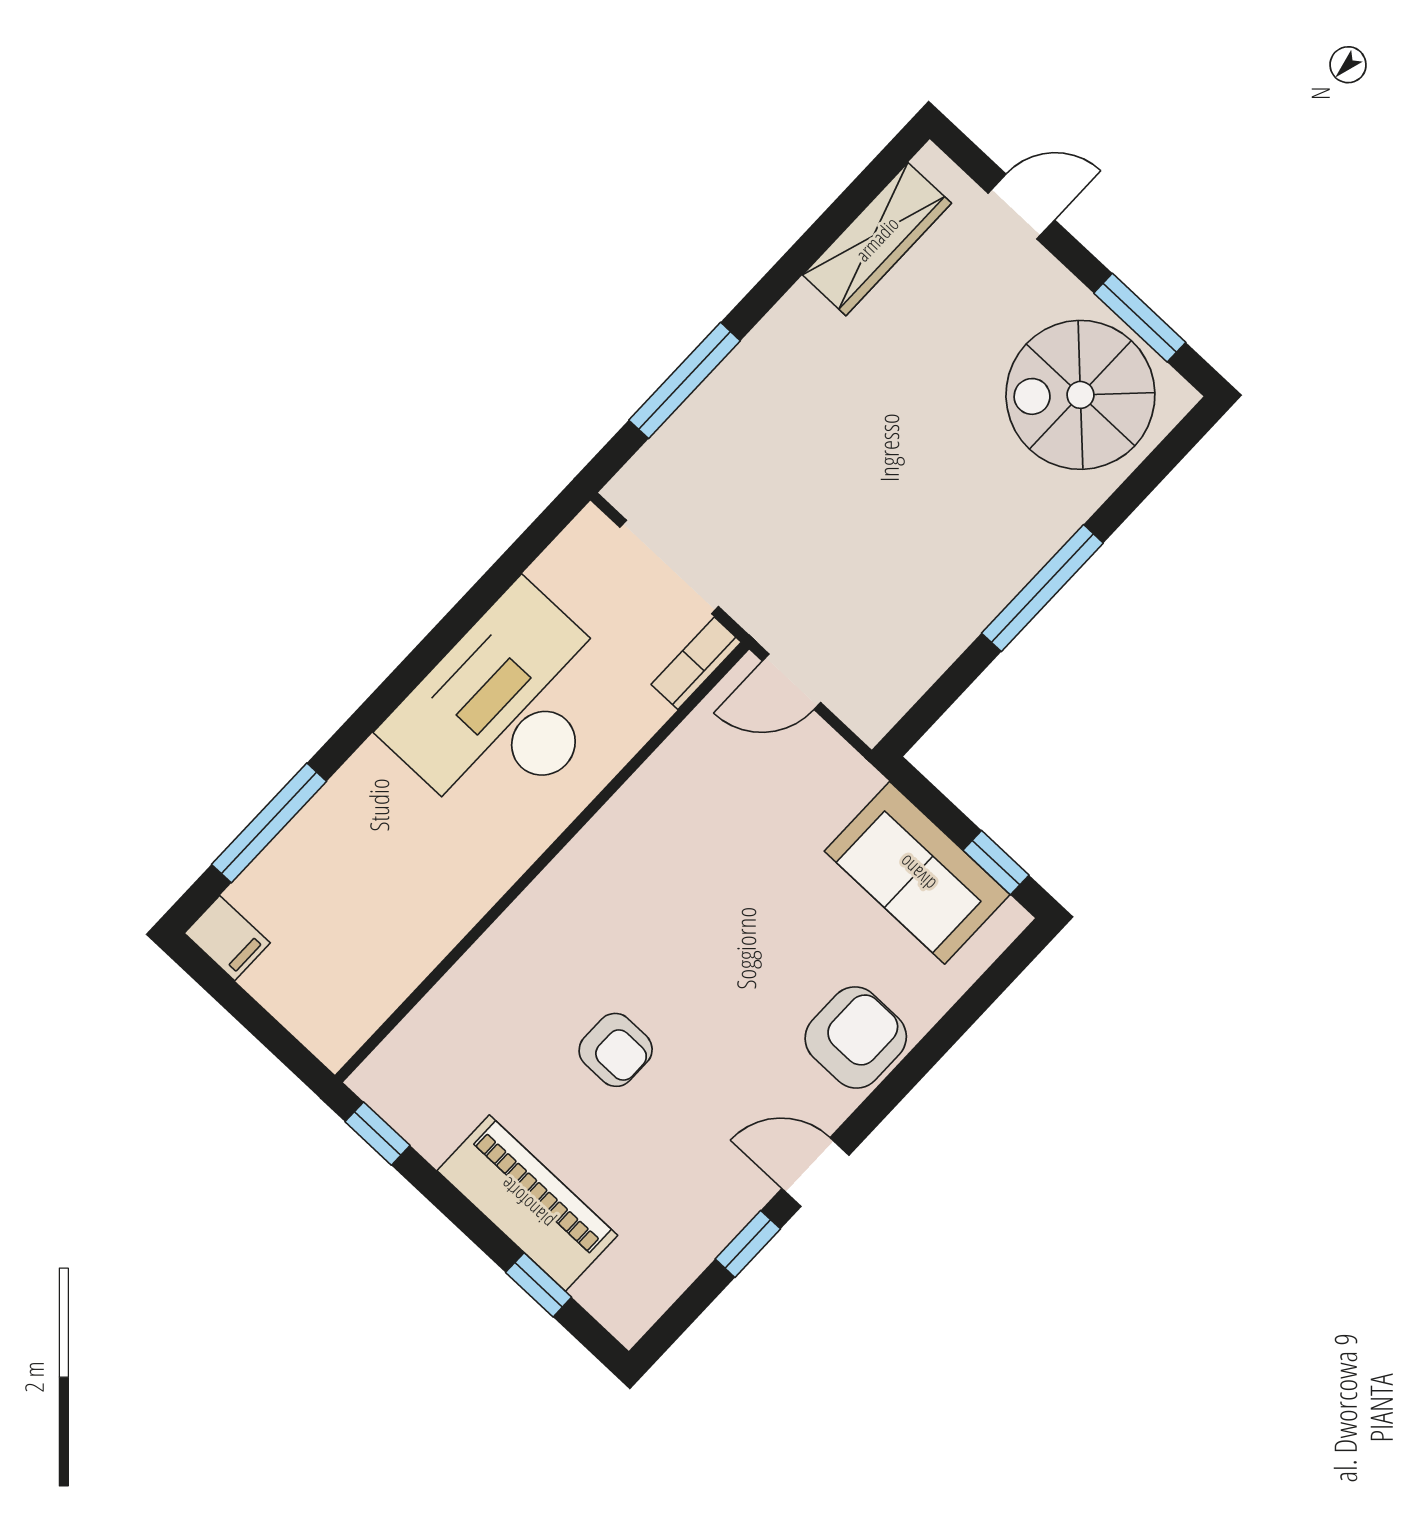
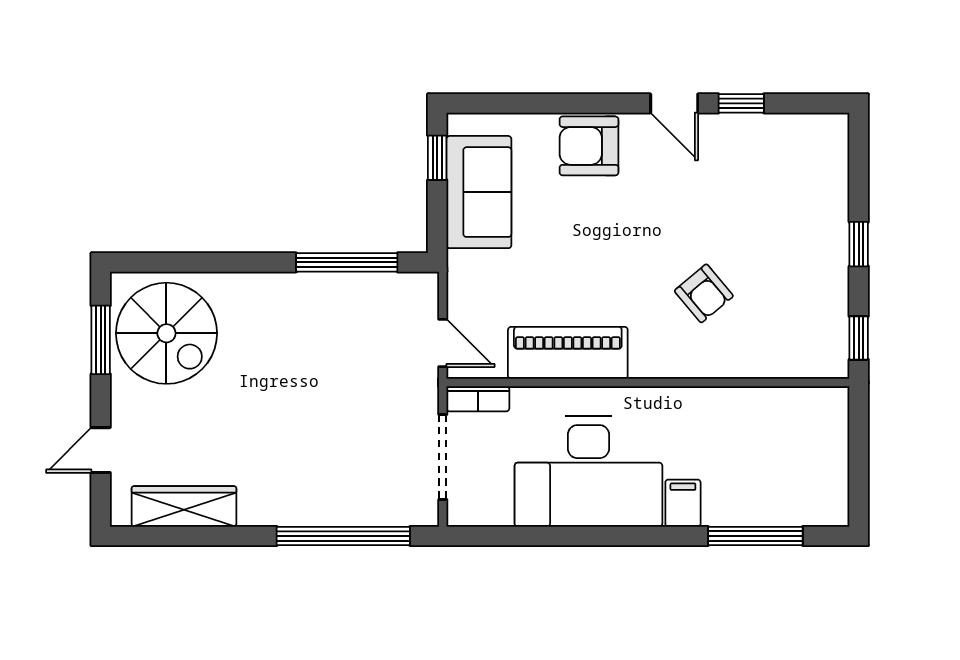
door: (1021, 207) -> (101, 450), hinge flipped
window: (685, 380) -> (343, 536), width x1.46
window: (1042, 588) -> (347, 262), moved
filing cabinet: (227, 938) -> (683, 503), moved
armchair: (616, 1050) -> (704, 293), moved, turned 140
piano: (527, 1203) -> (568, 353), moved, turned 90
window: (539, 1285) -> (859, 244), moved

